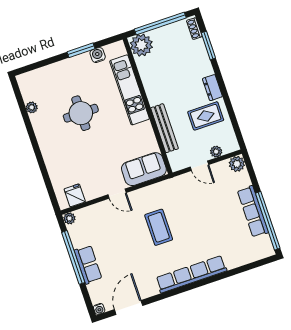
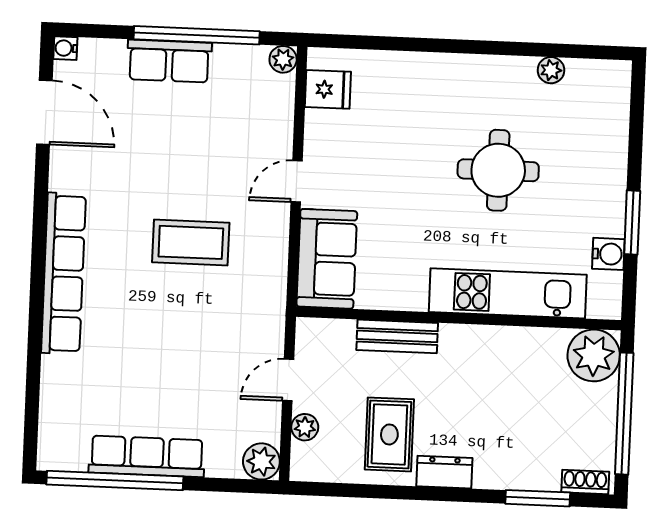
bench: (164, 128) -> (397, 336), width x0.73

